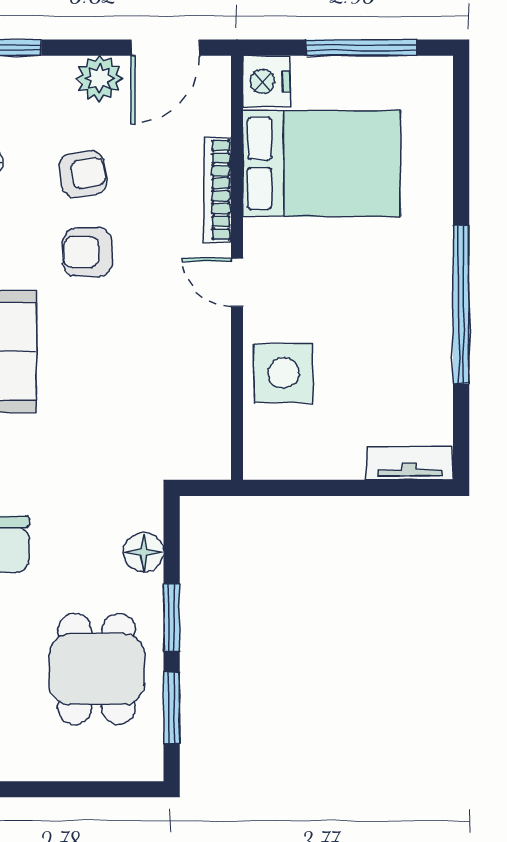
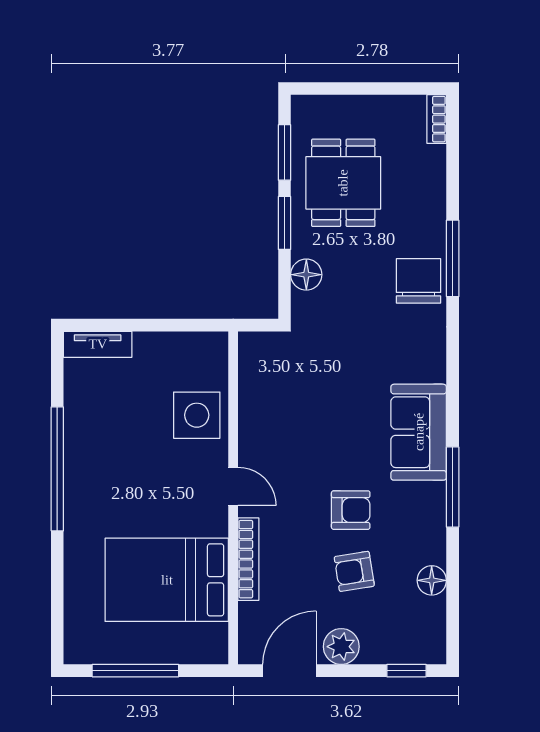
nightstand: (266, 81) -> (210, 644), removed

